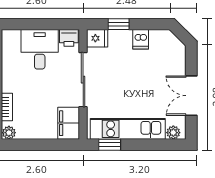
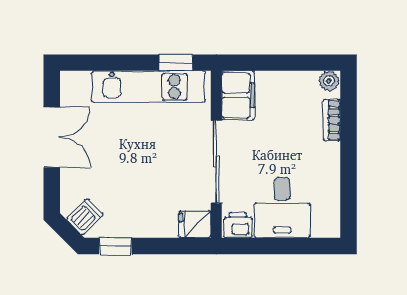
window: (119, 24) -> (115, 246), moved
dishwasher: (141, 39) -> (85, 217), moved, turned 45
plant: (173, 133) -> (79, 81), removed

